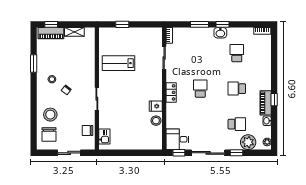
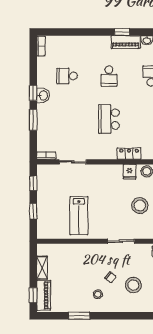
window: (146, 24) -> (33, 183), added
school desk: (200, 89) -> (109, 119), width x1.85
locker: (171, 92) -> (129, 154), moved
stool: (50, 115) -> (133, 285), moved
stool: (127, 115) -> (140, 206), added

